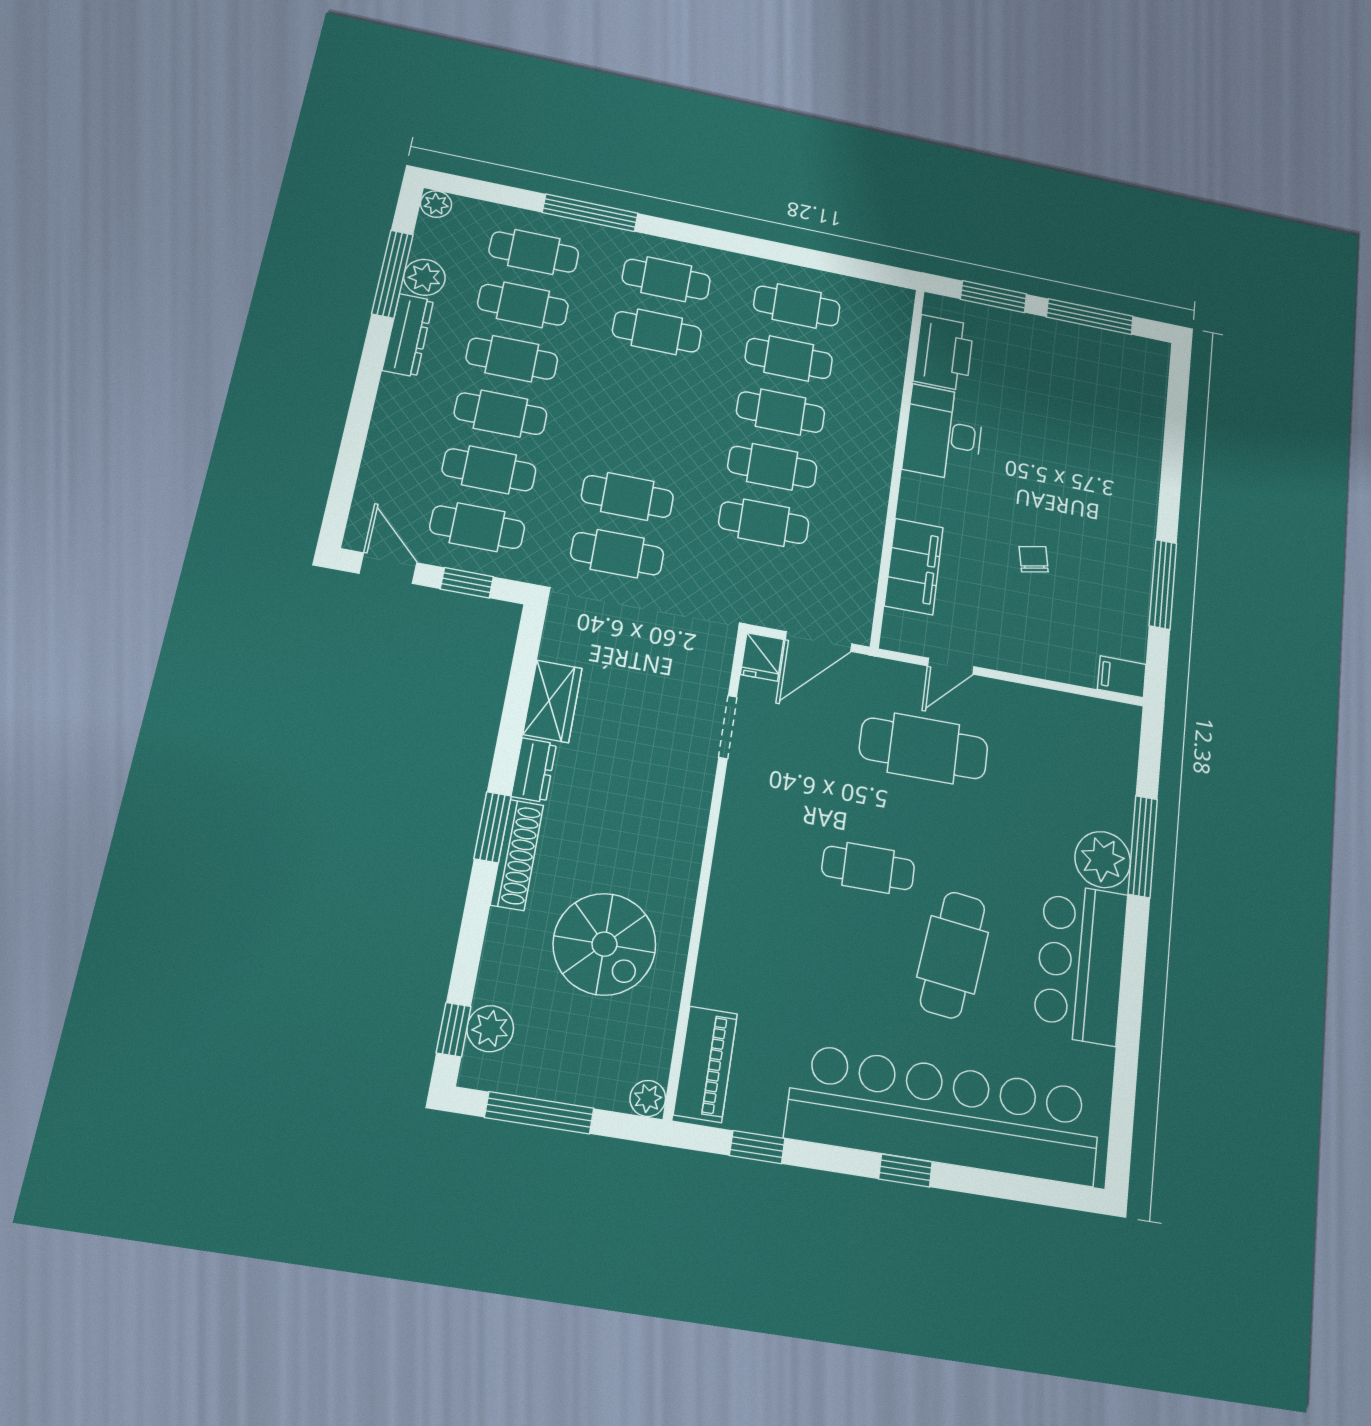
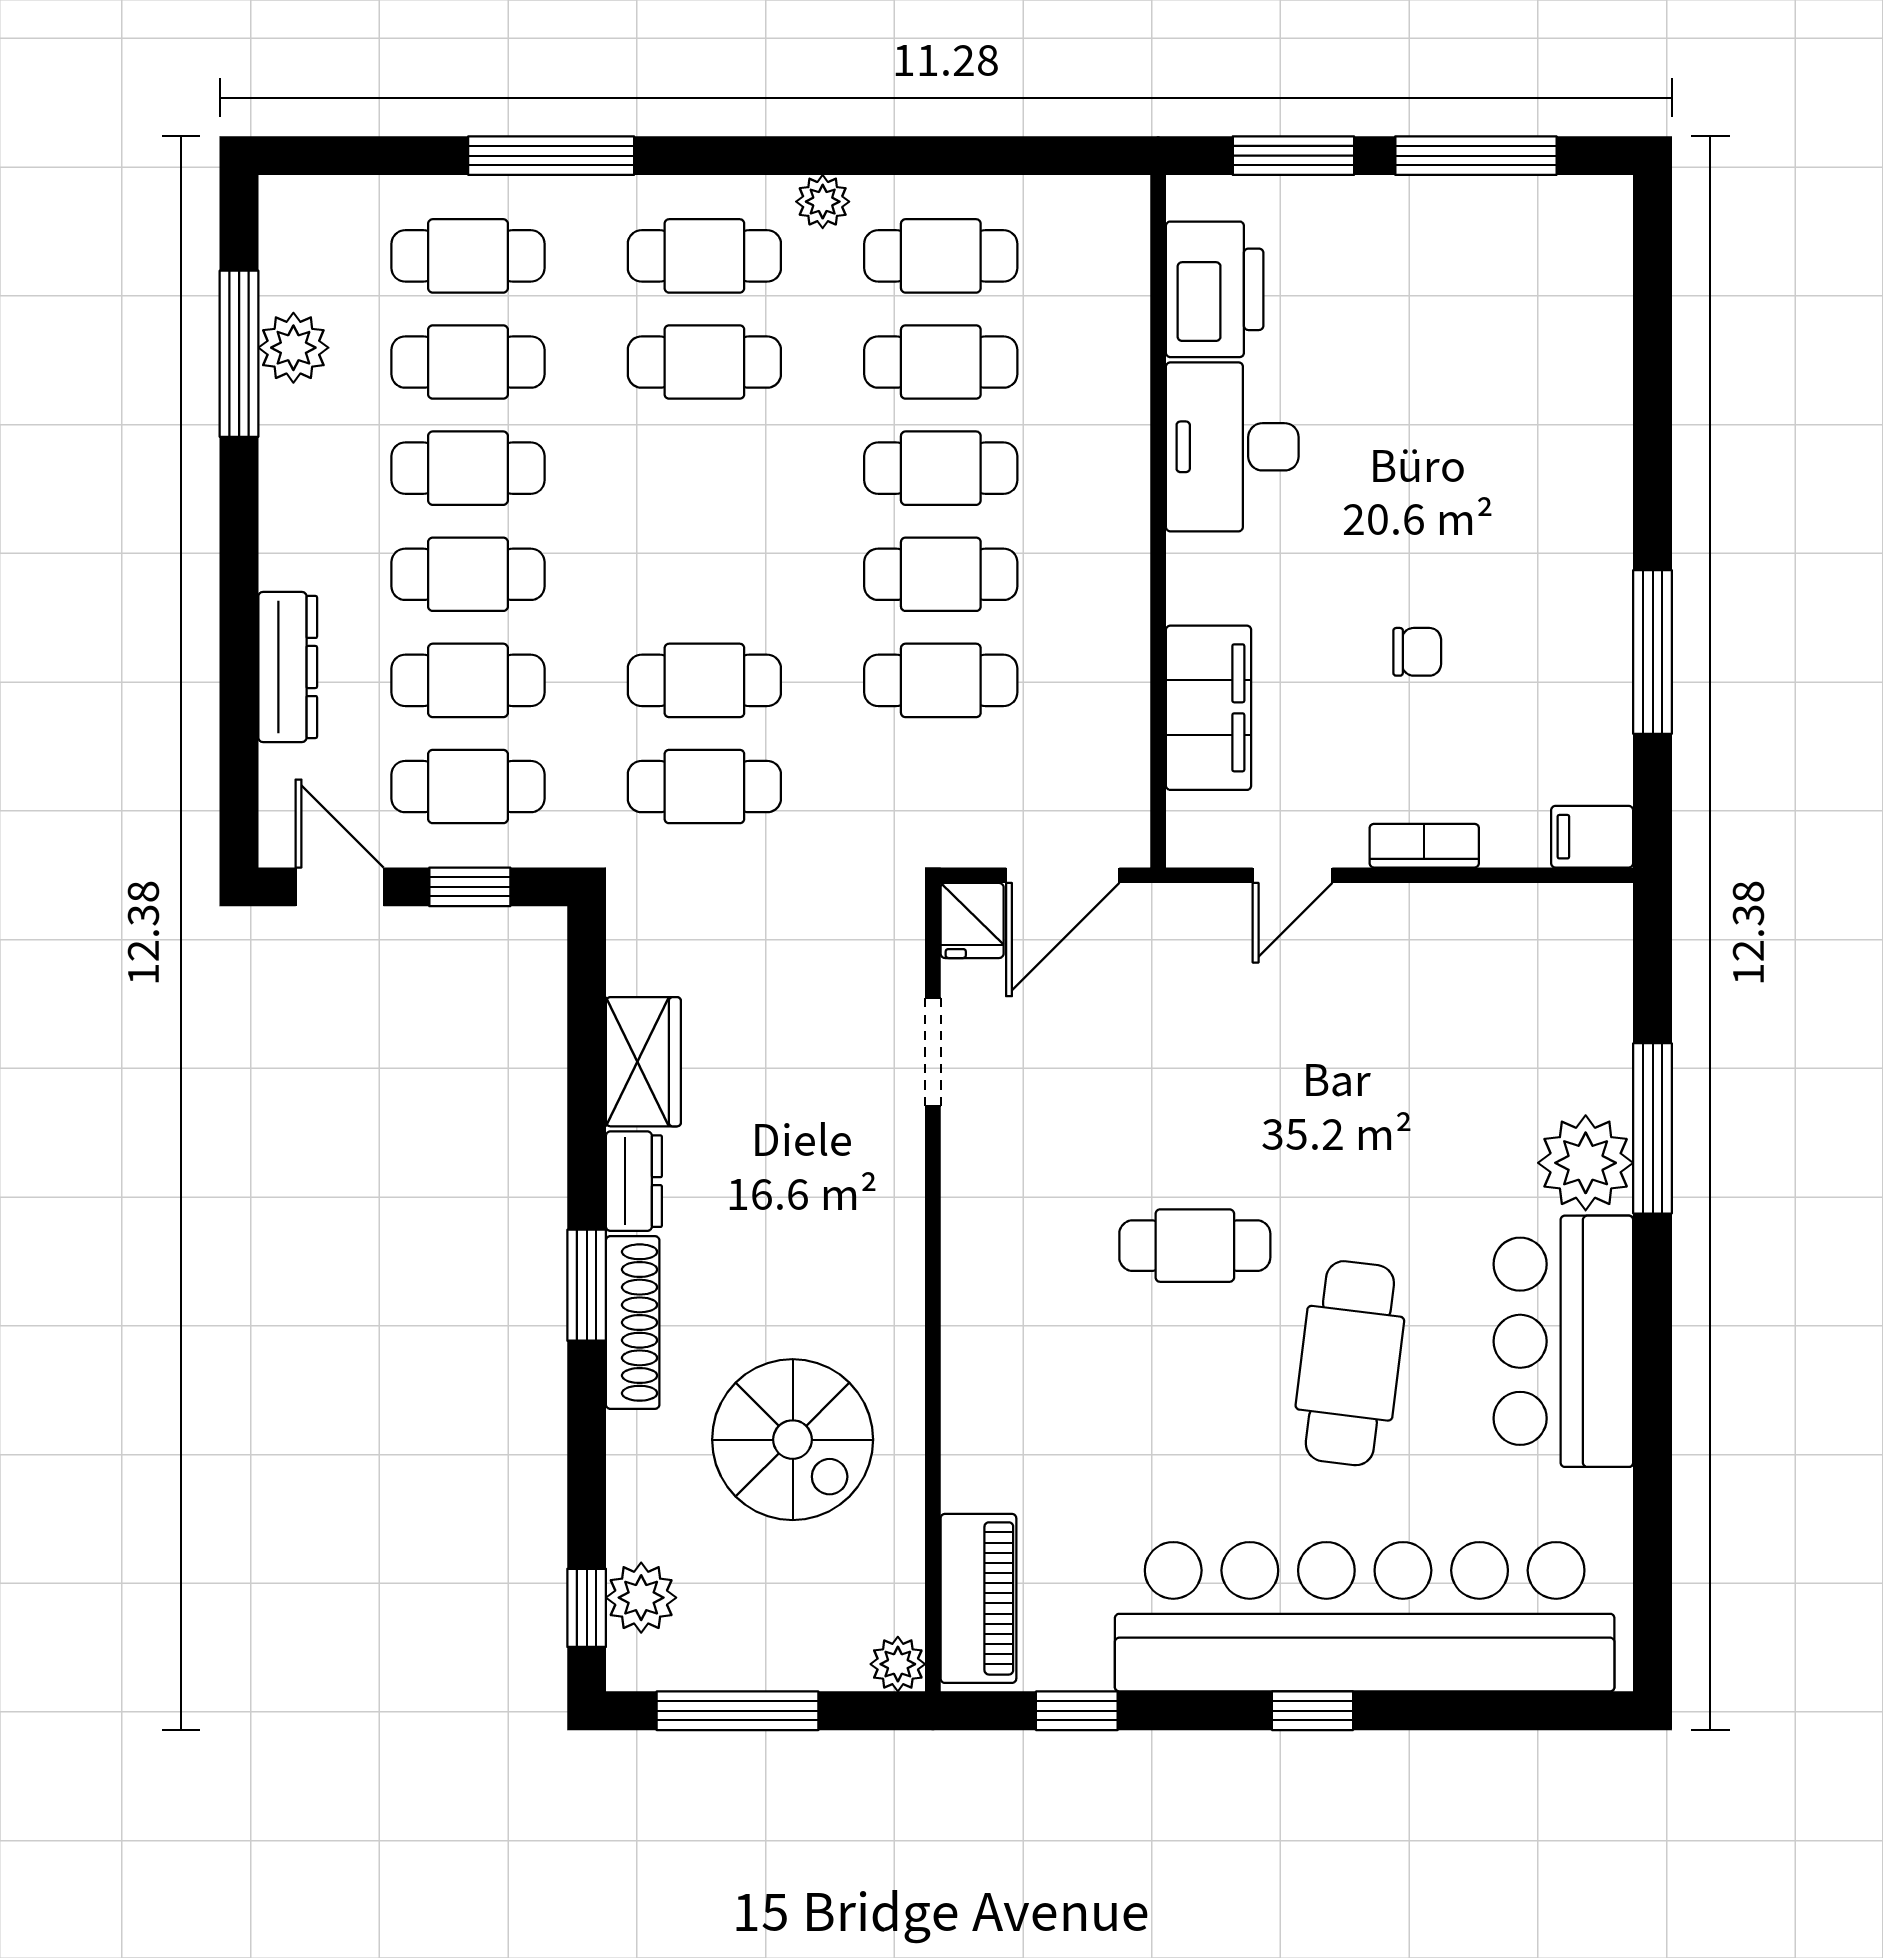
plant: (436, 204) -> (823, 202), moved
dresser: (408, 335) -> (288, 667), moved
chair: (1034, 559) -> (1417, 652), turned 101
bookcase: (1027, 664) -> (1424, 846), added
cafe table: (924, 748) -> (1263, 1028), removed

